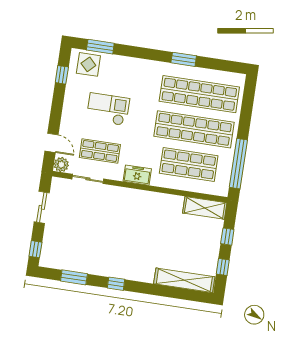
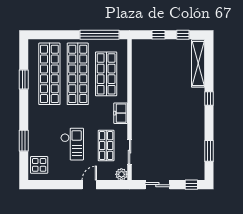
window: (100, 47) -> (24, 141), moved
window: (184, 59) -> (24, 80), moved
window: (62, 75) -> (51, 185), removed
checkout: (108, 109) -> (72, 144), turned 180
door: (51, 143) -> (89, 185), moved
shelving: (205, 208) -> (138, 56), removed
window: (116, 284) -> (209, 98), moved

